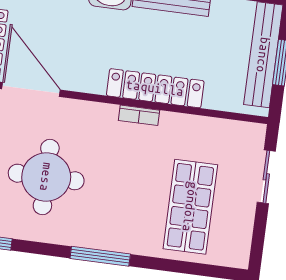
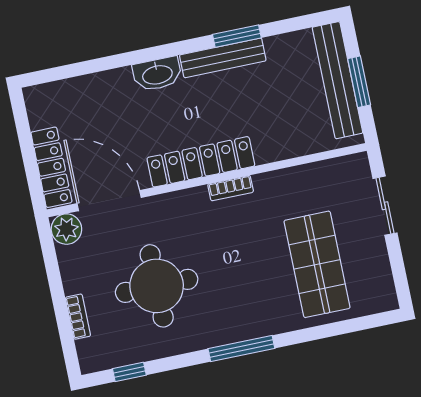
locker: (155, 88) -> (201, 162), moved

